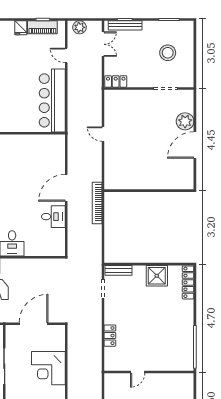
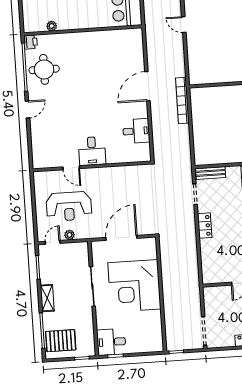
desk: (53, 217) -> (136, 131), moved
locker: (110, 336) -> (205, 226), moved
corner desk: (48, 368) -> (134, 286), width x1.36, depth x1.36

